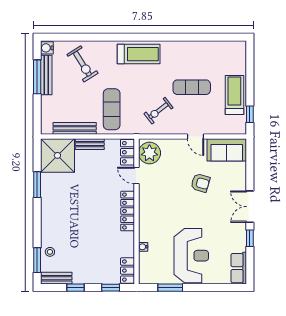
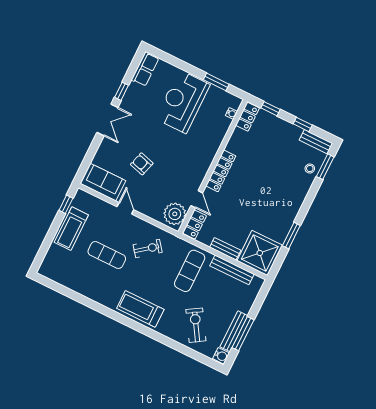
water cooler: (143, 247) -> (231, 113), moved

